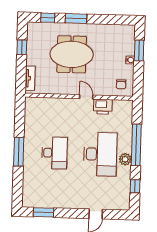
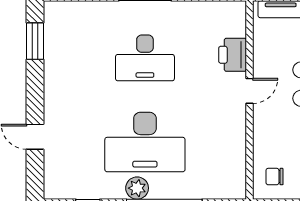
door: (86, 97) -> (250, 91), moved
printer: (103, 107) -> (233, 55), moved

